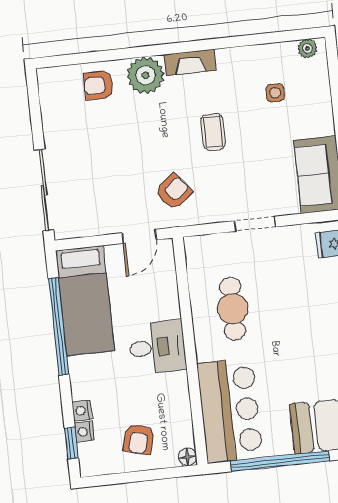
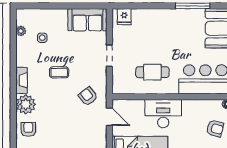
plant: (307, 48) -> (21, 31), moved
armchair: (98, 85) -> (28, 129), turned 180
desk: (157, 347) -> (163, 114), width x1.37

